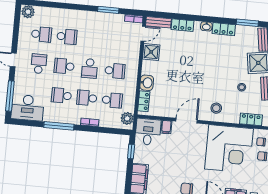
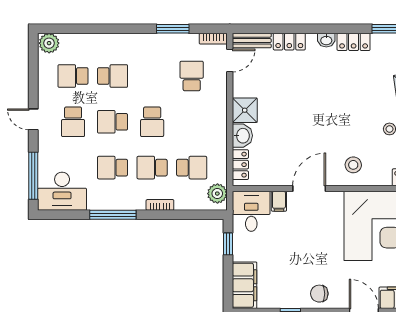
school desk: (41, 34) -> (73, 76), turned 180
shower: (151, 52) -> (245, 110), moved
school desk: (39, 64) -> (73, 122), turned 180
school desk: (115, 71) -> (192, 76), moved, turned -90

